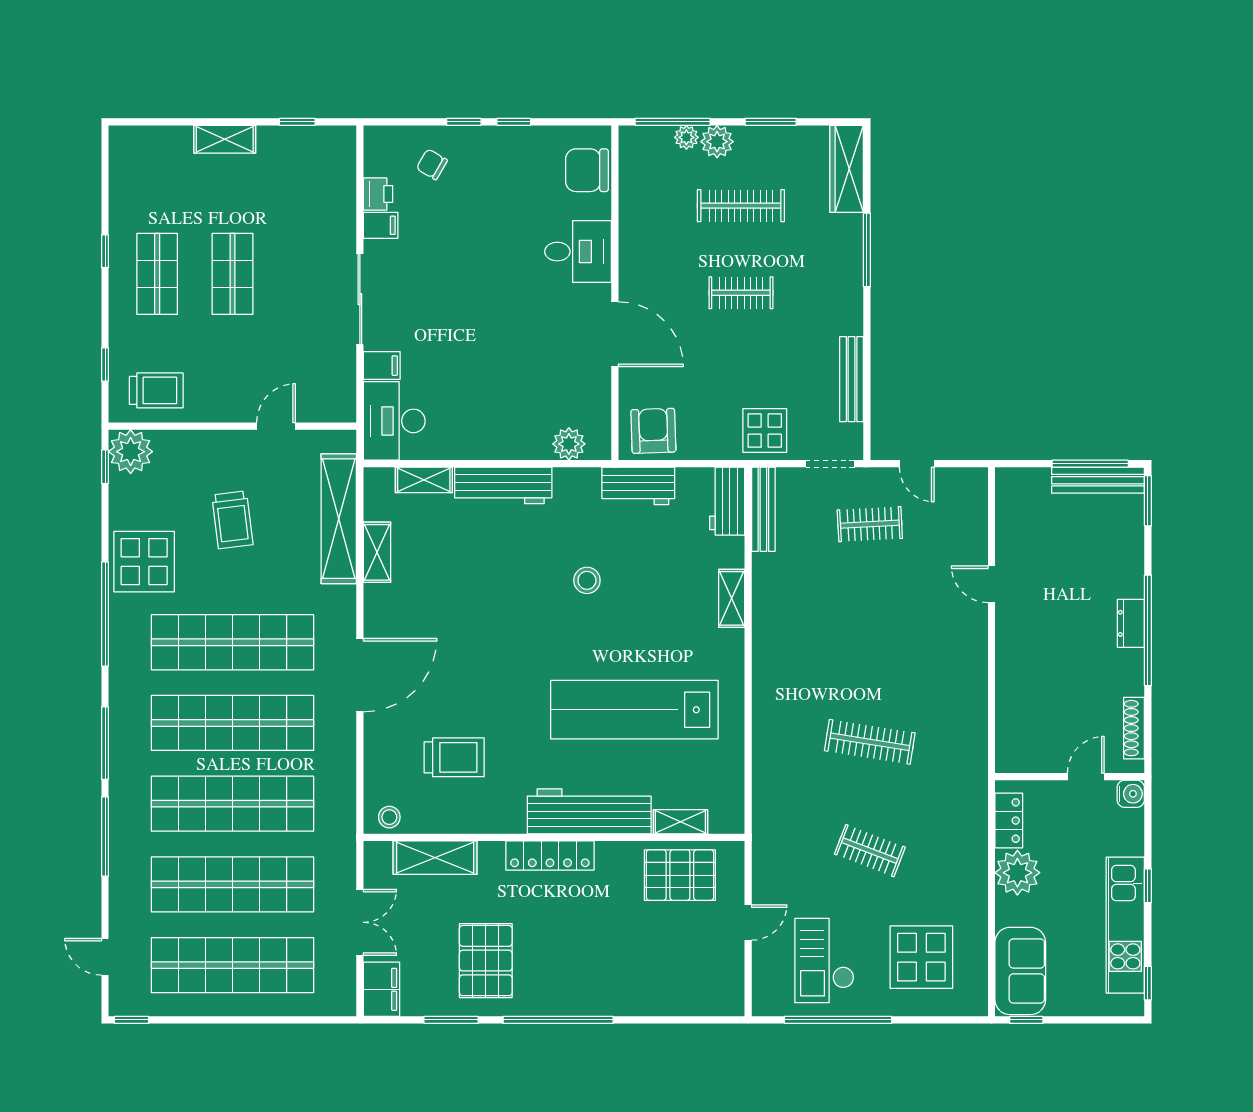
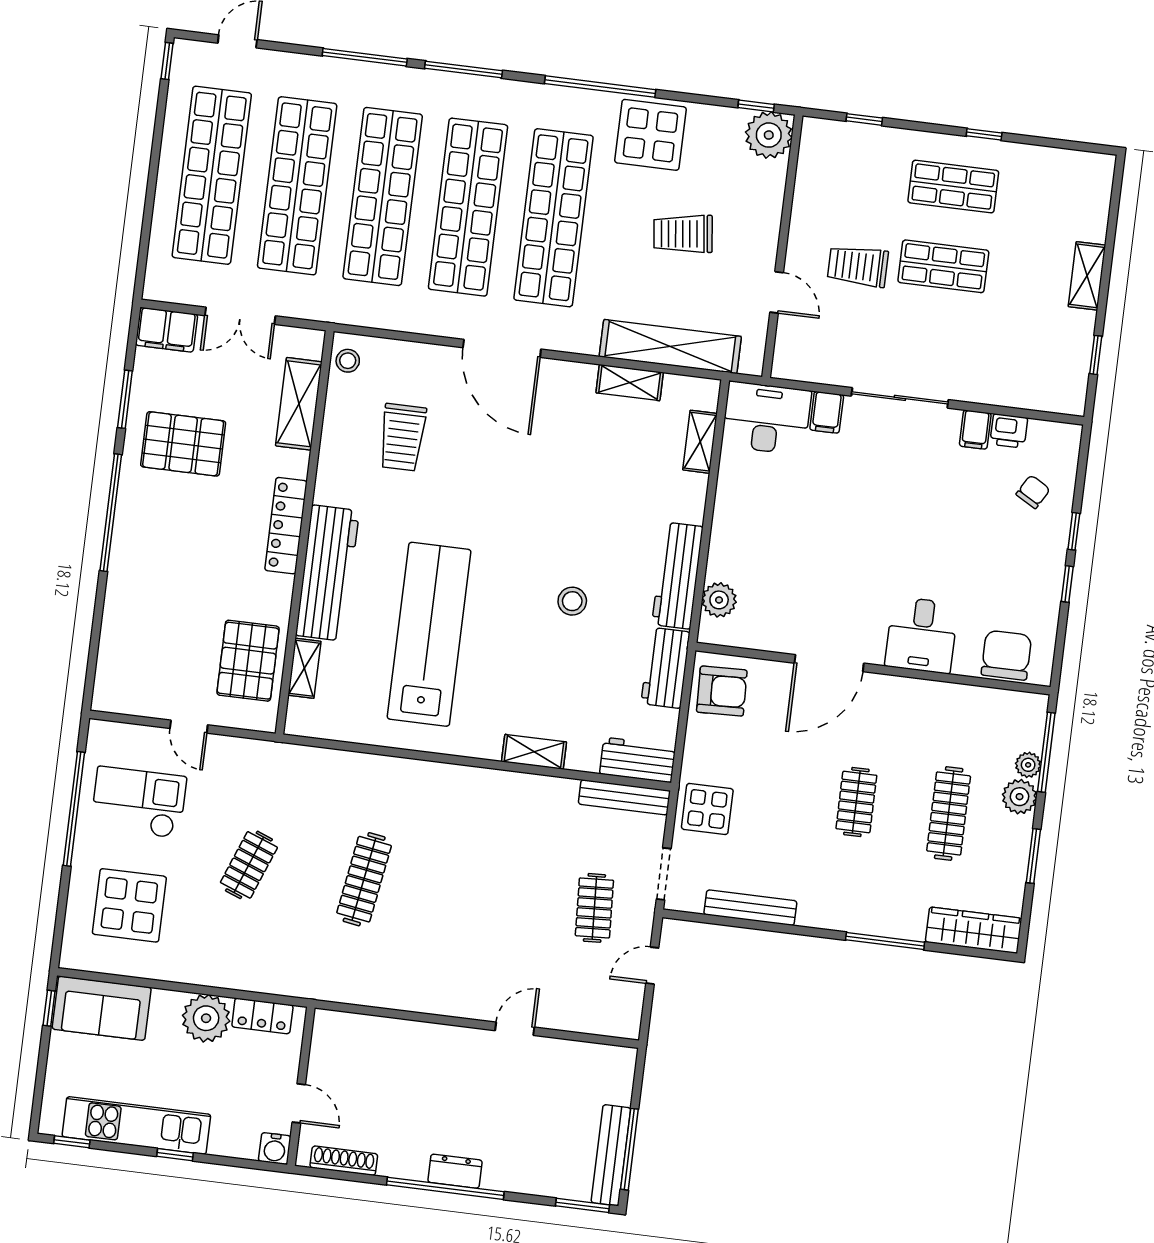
trolley: (156, 390) -> (858, 266), moved, turned 90
workbench: (503, 485) -> (677, 576), moved

